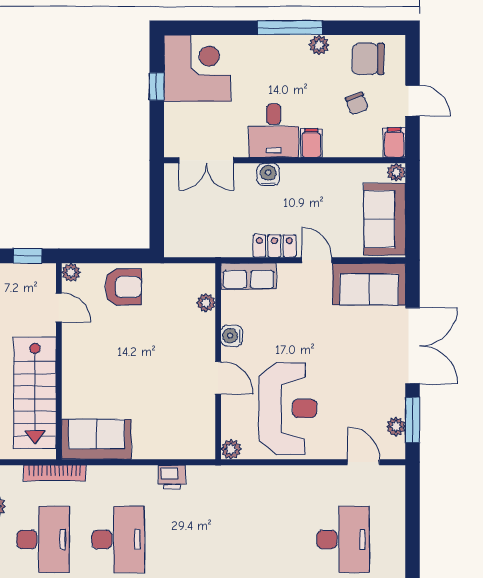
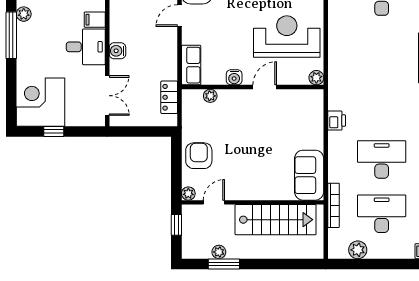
locker: (274, 246) -> (169, 97), moved

